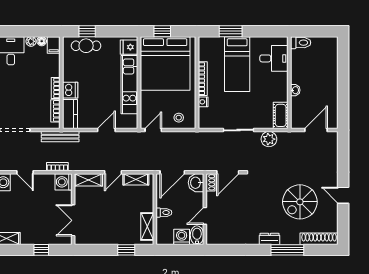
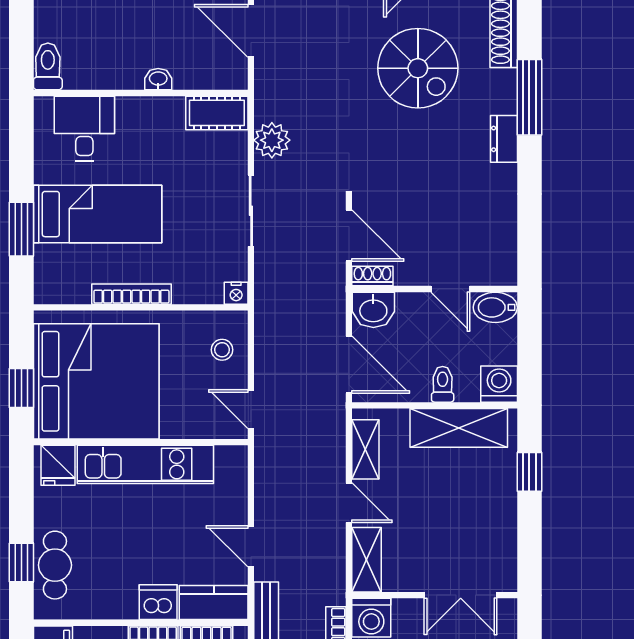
nightstand: (203, 102) -> (236, 293), moved
door: (106, 130) -> (251, 546), moved
shelving: (147, 226) -> (459, 428), width x1.50, depth x1.33
washing machine: (182, 237) -> (499, 384), moved, turned 90

